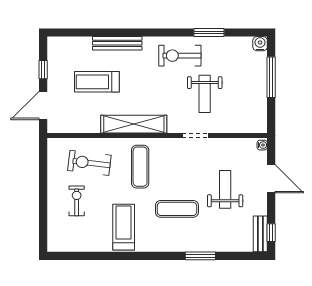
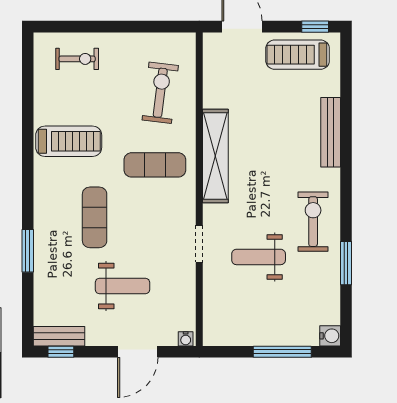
window: (43, 70) -> (315, 27), moved
treadmill: (97, 82) -> (298, 55), moved, turned -90
exercise bike: (77, 201) -> (77, 59), moved

